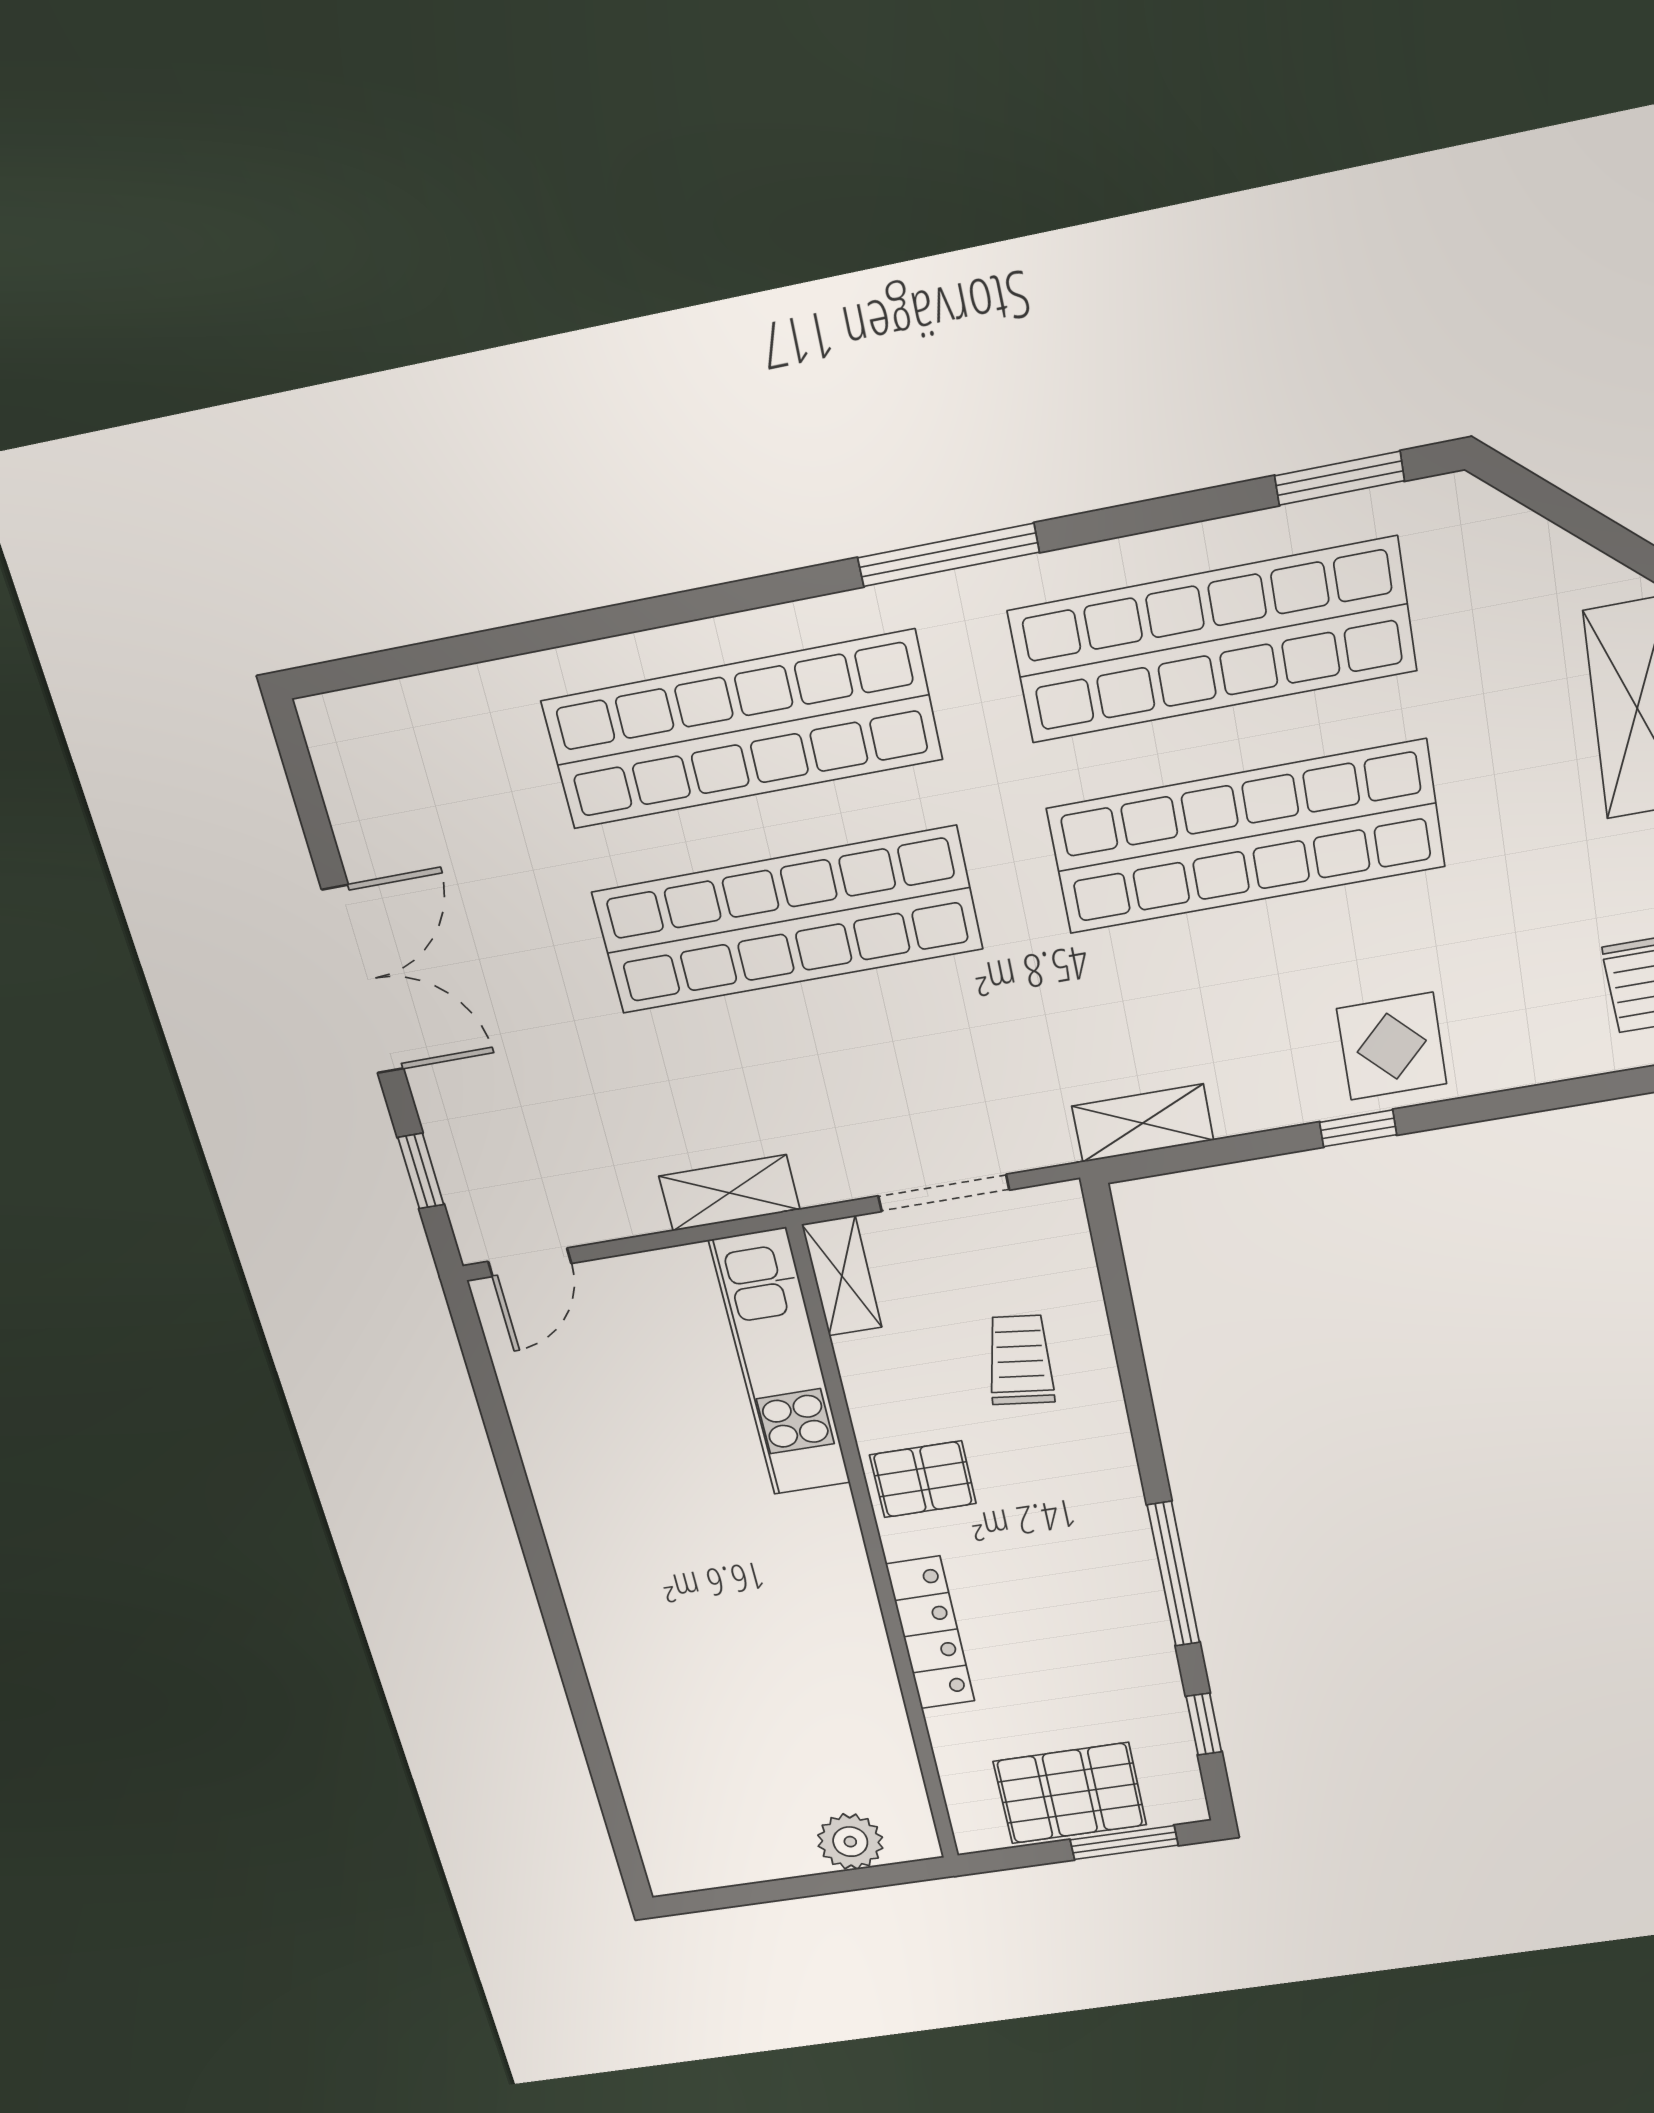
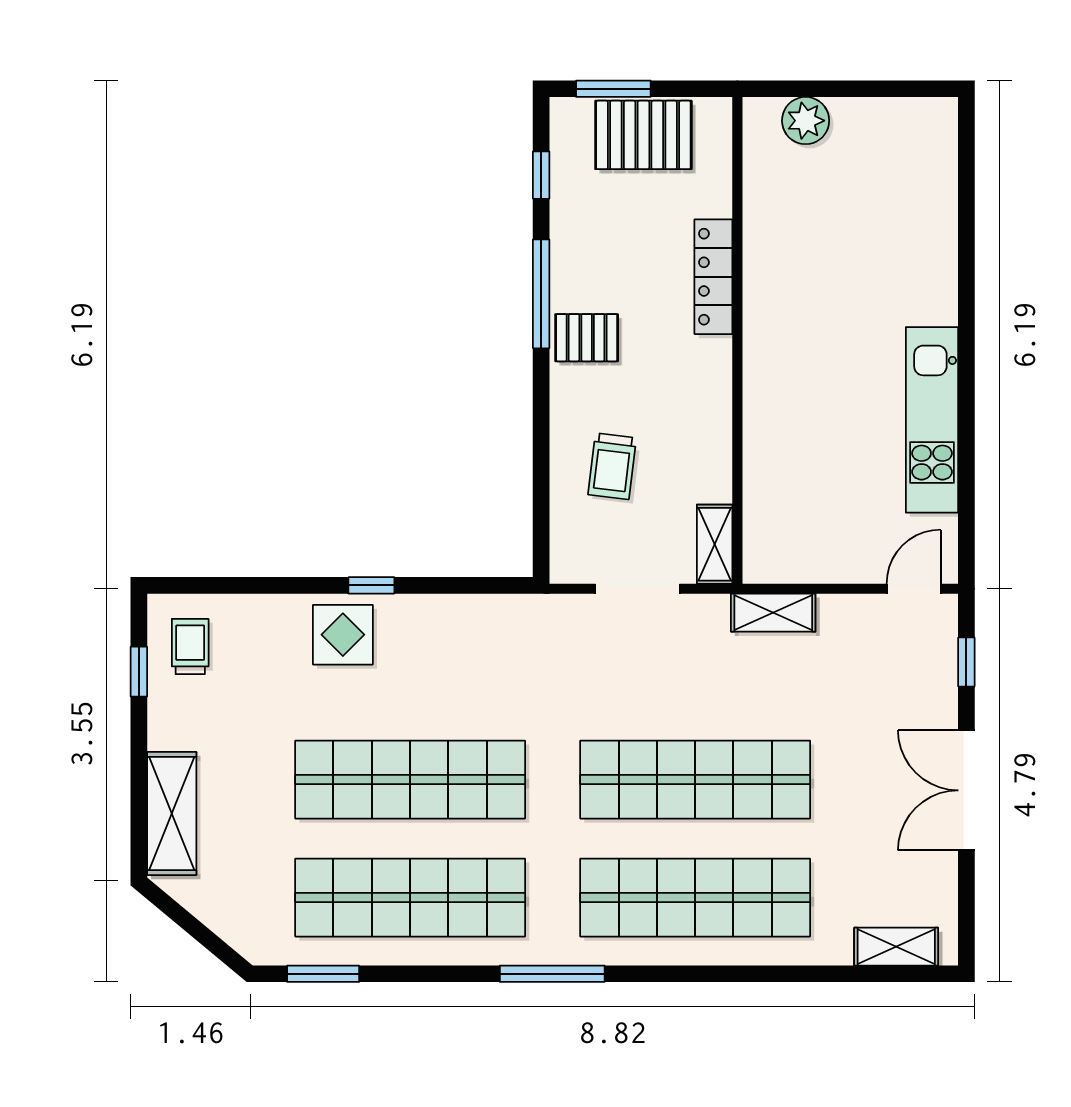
shelving: (1143, 1123) -> (896, 947), moved
kitchen unit: (780, 1363) -> (932, 420), moved, turned 180
pallet: (923, 1479) -> (587, 338), moved

